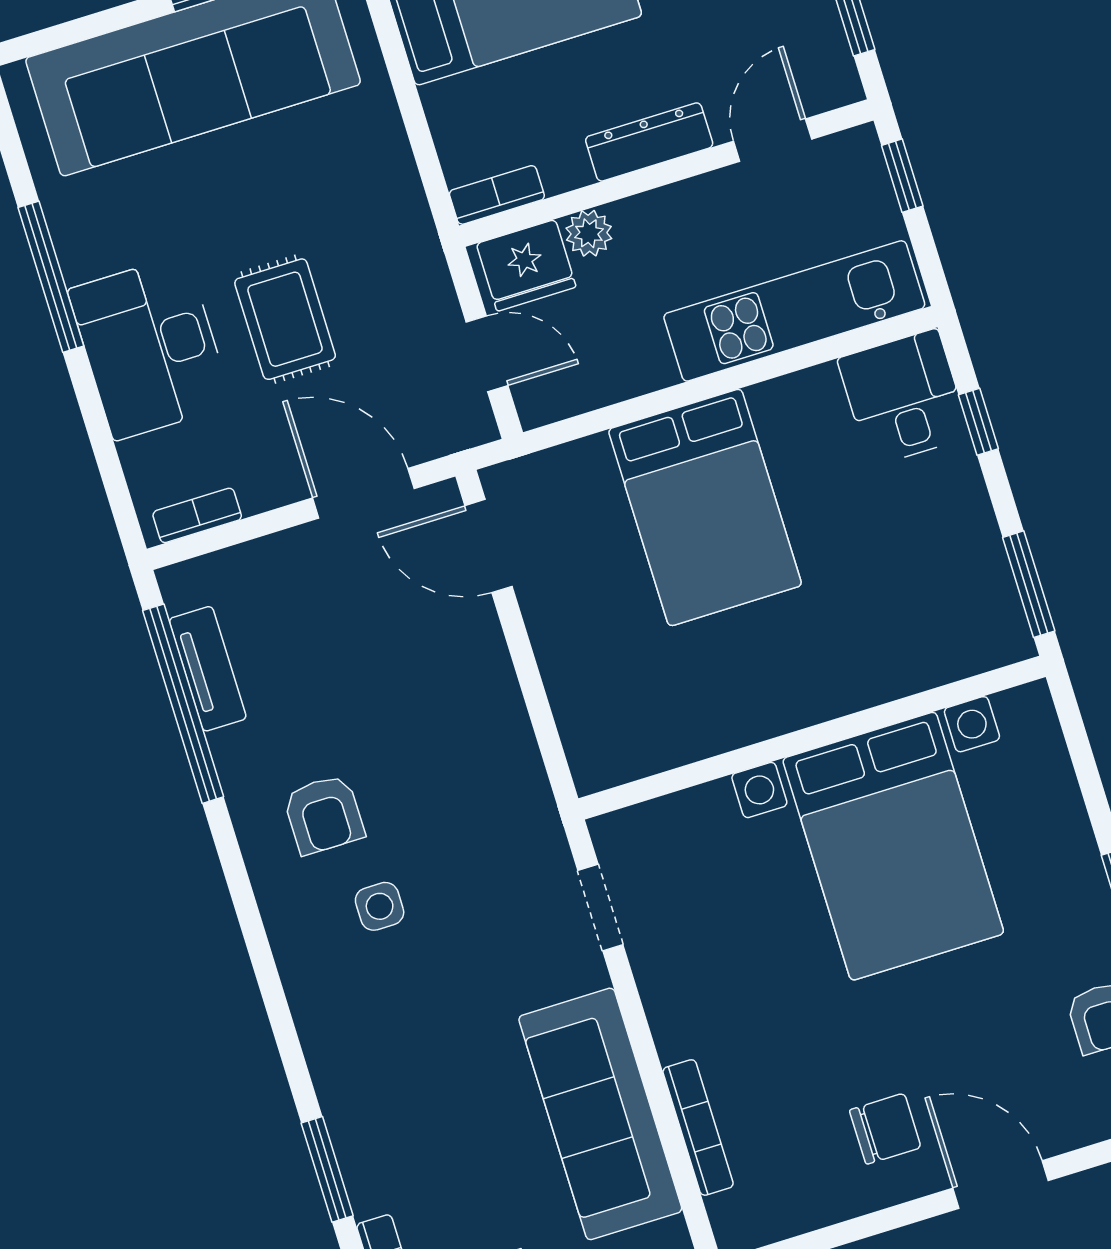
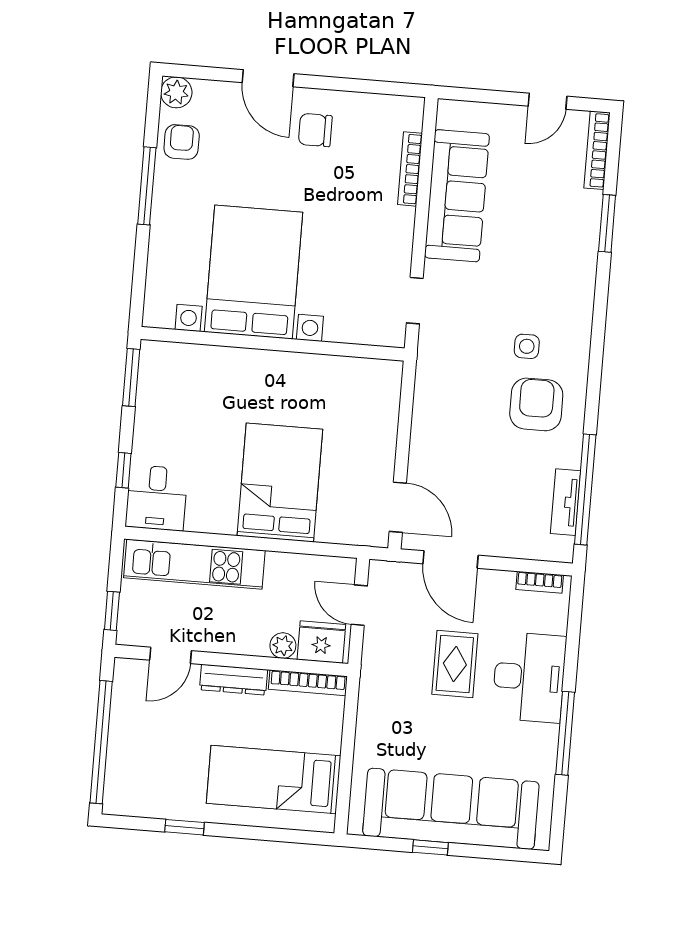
bookcase: (497, 195) -> (308, 683), width x1.56
armchair: (324, 815) -> (536, 404), width x1.38, depth x1.38

